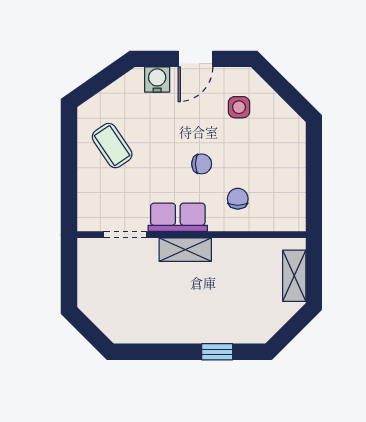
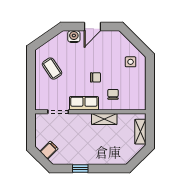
side table: (239, 107) -> (131, 62), moved
shelving: (185, 250) -> (104, 119), moved
filing cabinet: (106, 314) -> (49, 150), added
window: (217, 352) -> (80, 169), moved

